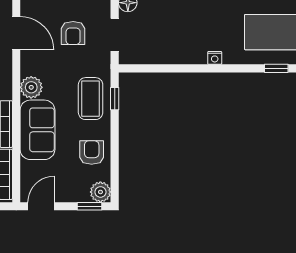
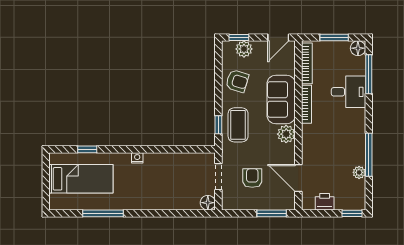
armchair: (92, 153) -> (237, 81), turned -73
plant: (100, 192) -> (244, 49), moved

